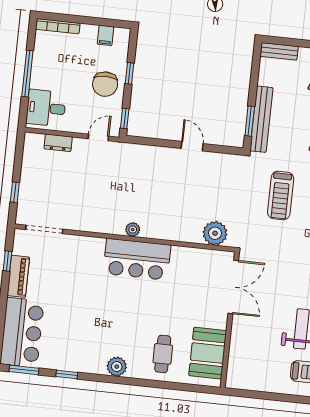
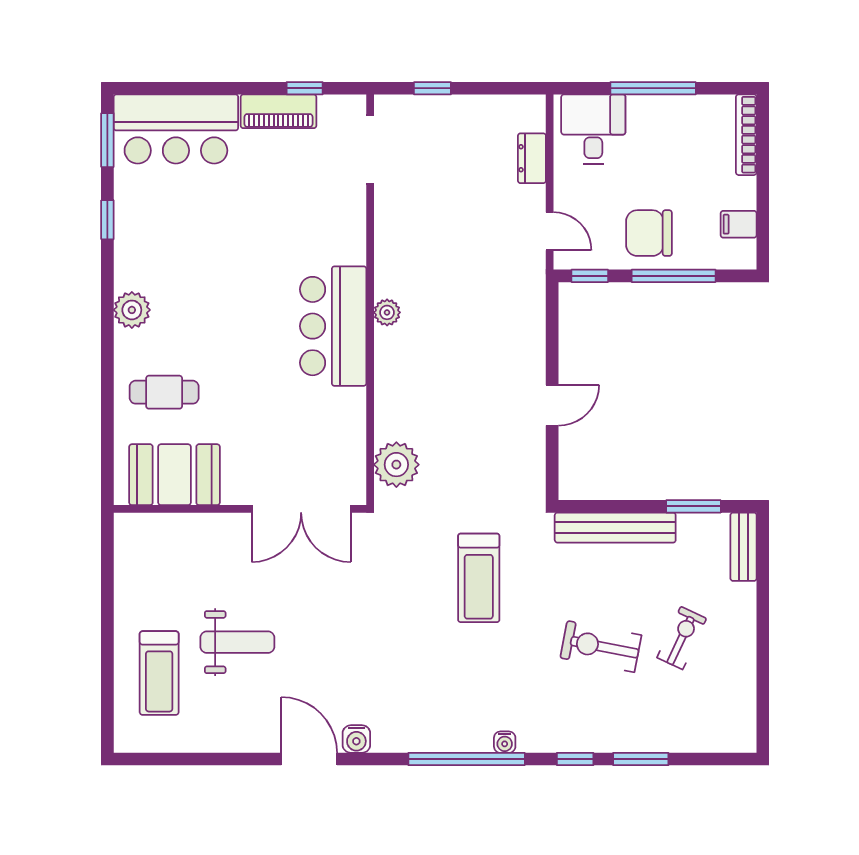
window: (130, 73) -> (674, 276), width x2.17
window: (250, 121) -> (693, 506), moved
treadmill: (281, 195) -> (479, 578), turned -90

